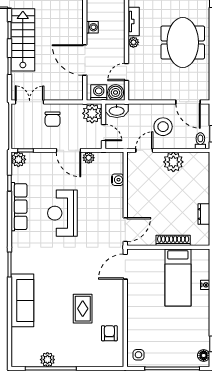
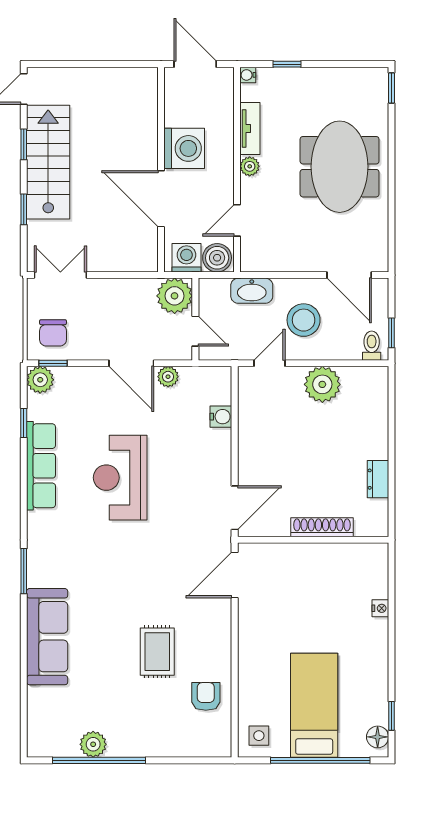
washing machine: (92, 27) -> (184, 148), width x1.89, depth x1.89
washbasin: (117, 111) -> (252, 291), moved
chair: (53, 119) -> (53, 333), moved
bed: (178, 278) -> (314, 705), moved, turned 180

